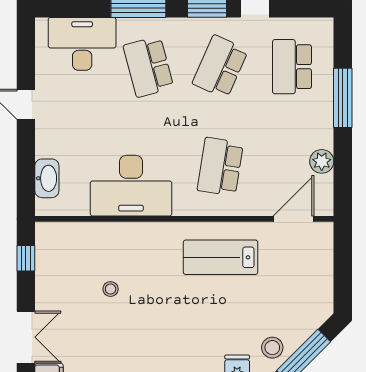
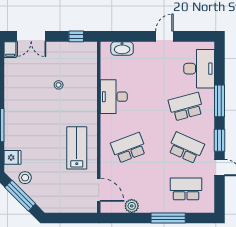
school desk: (220, 167) -> (129, 148), turned -30
desk: (131, 186) -> (114, 97), width x0.73, depth x0.77

